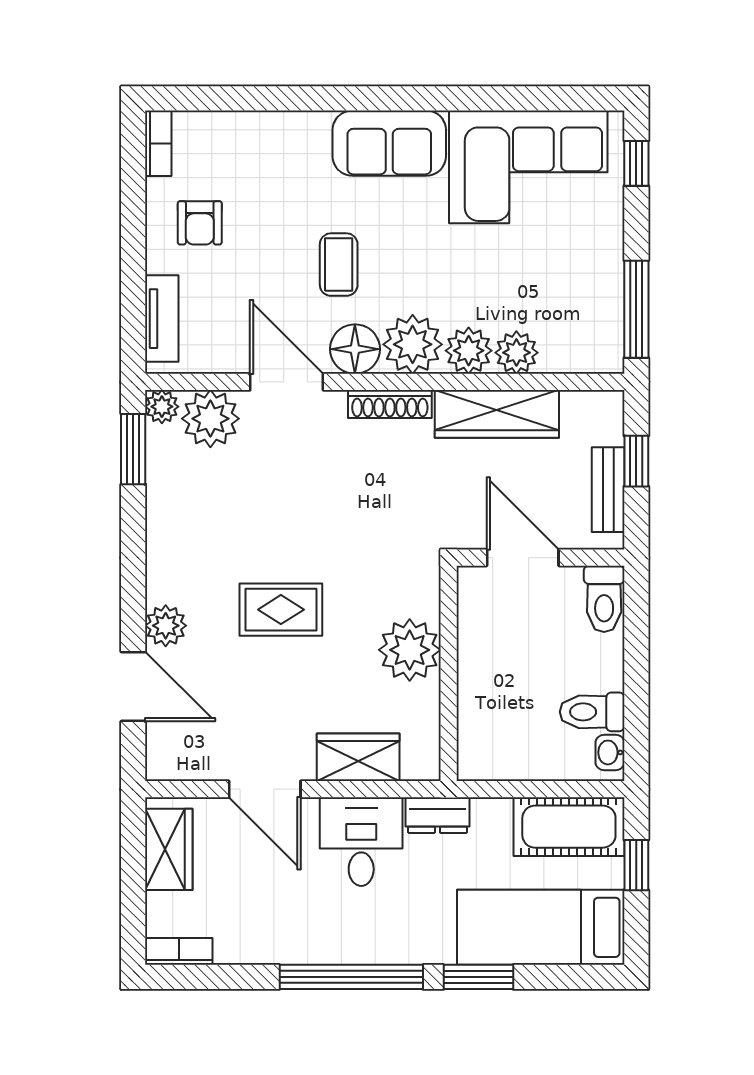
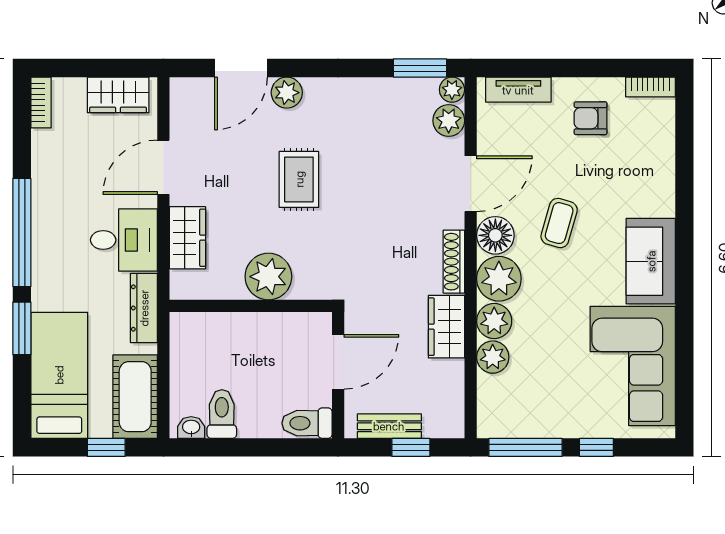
window: (636, 163) -> (596, 447), moved
coffee table: (339, 265) -> (559, 223), turned -74
wardrobe: (497, 414) -> (446, 327), width x0.67
plant: (210, 419) -> (449, 121), width x0.73, depth x0.73
dresser: (437, 815) -> (144, 308), width x1.44

